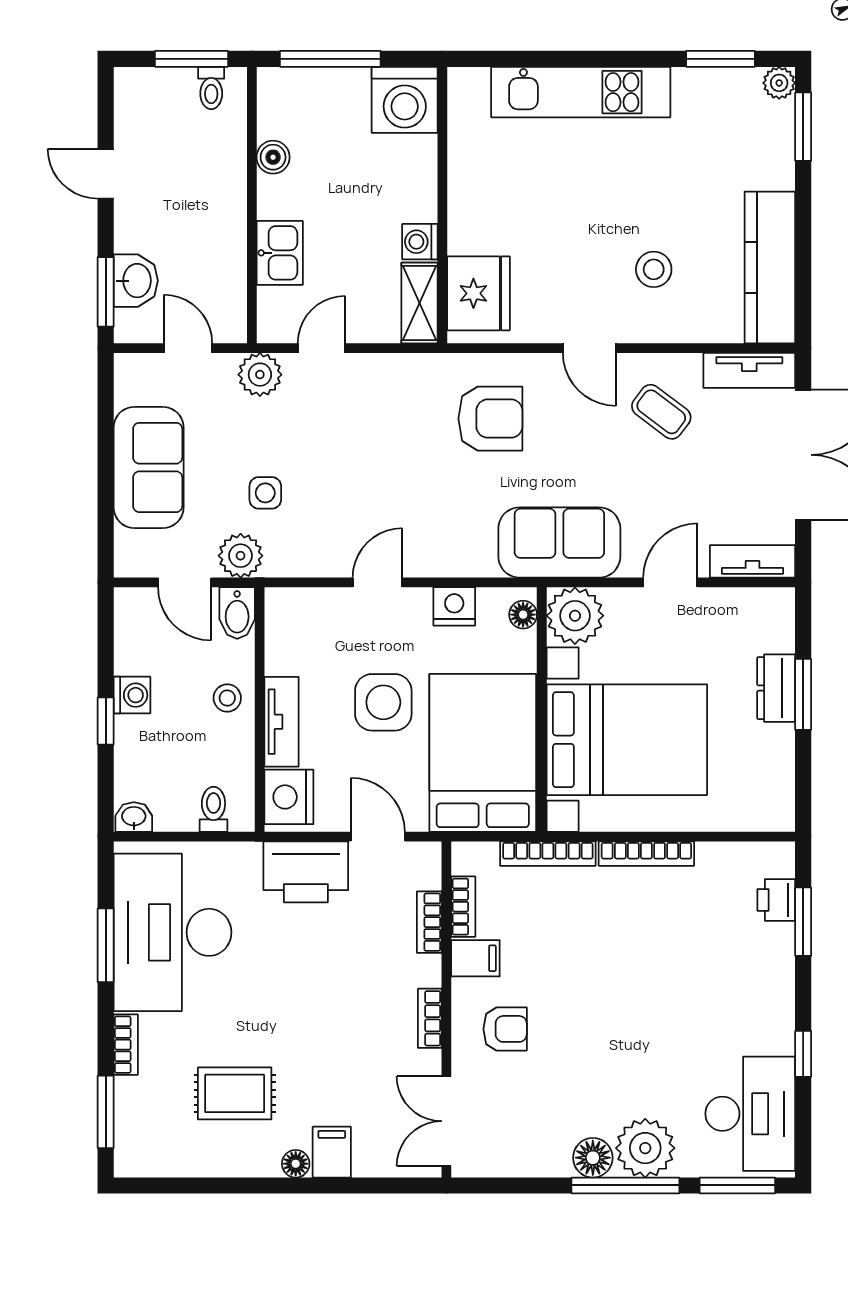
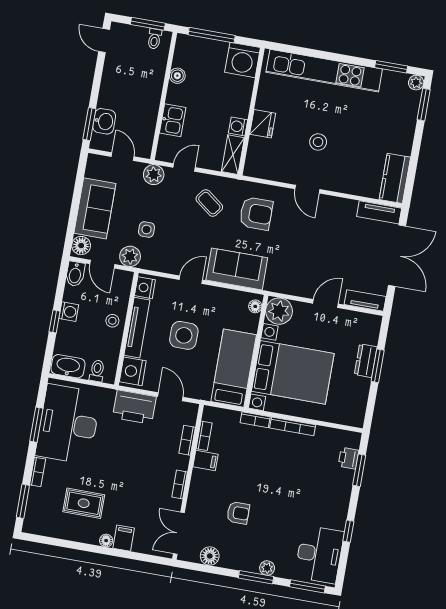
kitchen unit: (581, 92) -> (324, 71), width x1.36
door: (106, 174) -> (104, 41), moved
kitchen counter: (770, 267) -> (395, 178), width x0.67
stool: (654, 269) -> (318, 142), moved
fridge: (478, 293) -> (263, 124), moved, width x0.73, depth x0.75
coffee table: (661, 412) -> (209, 203), moved
sofa: (559, 542) -> (237, 269), moved
floor lamp: (133, 551) -> (81, 246), added
nightstand: (454, 606) -> (145, 288), moved, turned -90
bidet: (237, 613) -> (75, 274), moved
tv unit: (282, 722) -> (137, 328), width x1.41
bed: (483, 753) -> (234, 368), width x0.67
washbasin: (134, 817) -> (68, 366), width x1.91, depth x1.45
bookcase: (548, 854) -> (255, 420), width x0.64
armchair: (505, 1029) -> (238, 513), moved
plant: (645, 1148) -> (267, 568), width x0.53, depth x0.53
floor lamp: (593, 1158) -> (210, 556), moved
window: (625, 1185) -> (256, 577), width x0.69

